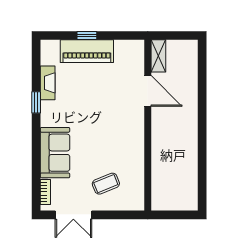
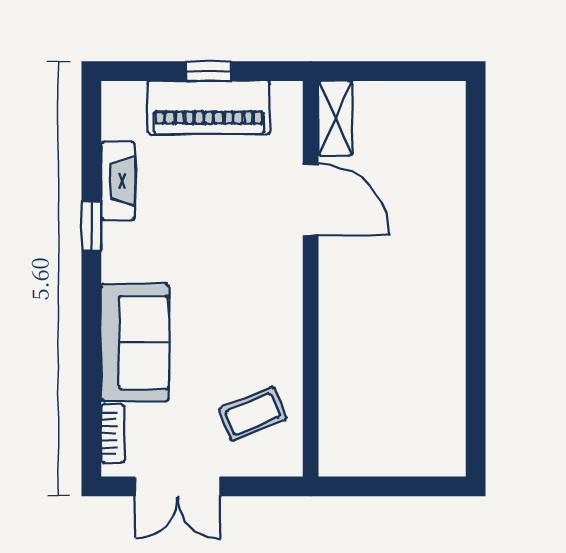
shelving: (158, 56) -> (335, 118), moved
door: (148, 91) -> (311, 200), moved
wall: (148, 125) -> (311, 279), moved

